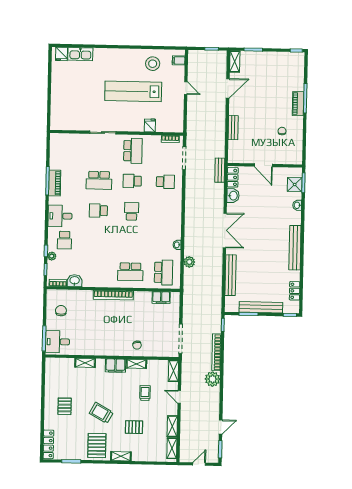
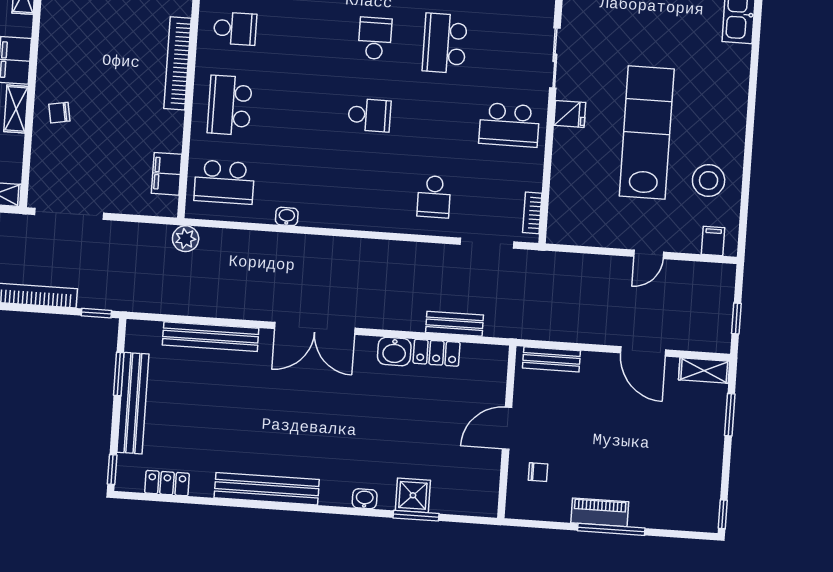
fridge: (150, 125) -> (570, 114), moved
door: (263, 165) -> (507, 428), moved
wall: (265, 165) -> (507, 432), moved
school desk: (132, 181) -> (235, 29), moved, turned 90
plant: (189, 262) -> (186, 239), moved

